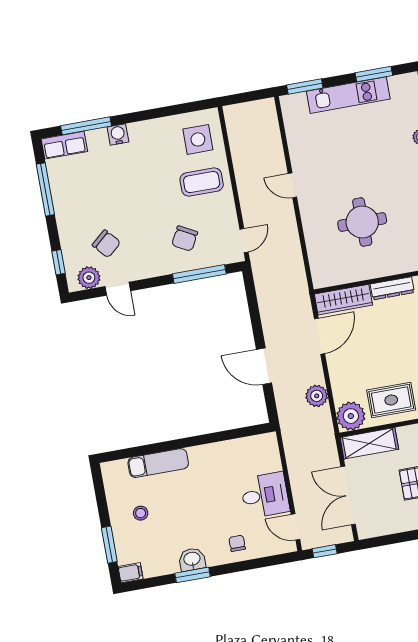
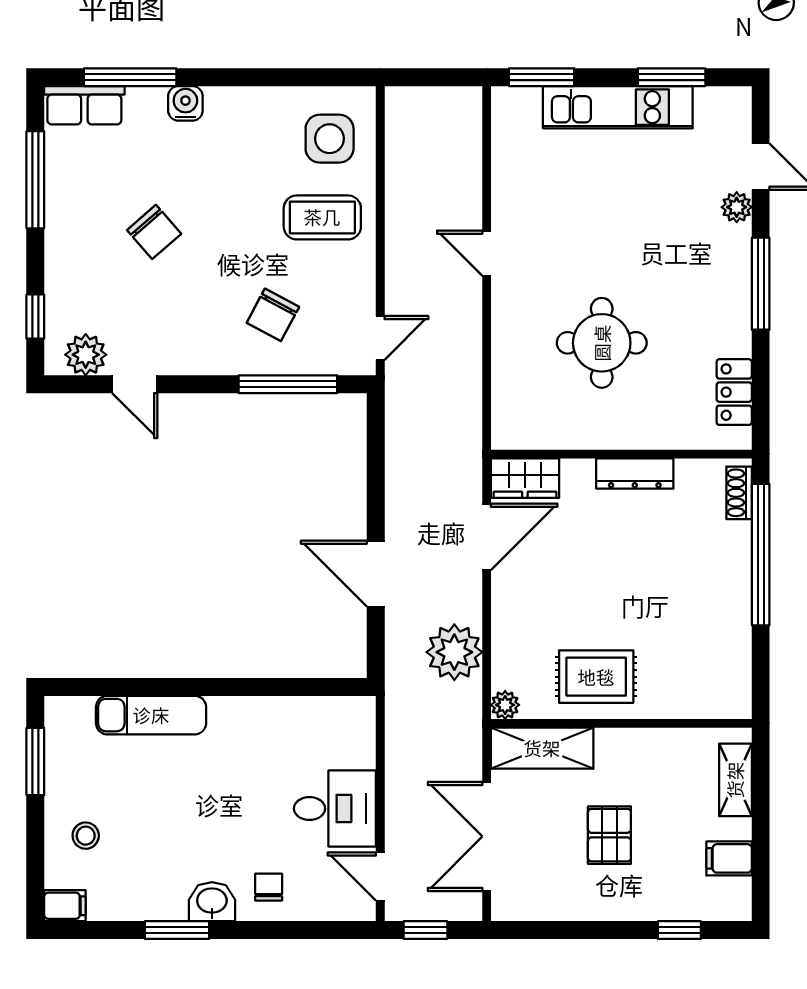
chair: (106, 244) -> (154, 232), moved
wardrobe: (343, 300) -> (525, 478), width x0.67
plant: (317, 396) -> (454, 652), width x1.36, depth x1.36
plant: (351, 416) -> (505, 705), width x0.53, depth x0.53
stool: (141, 513) -> (86, 836), moved
window: (109, 545) -> (35, 762), moved
washbasin: (192, 559) -> (212, 902), moved

